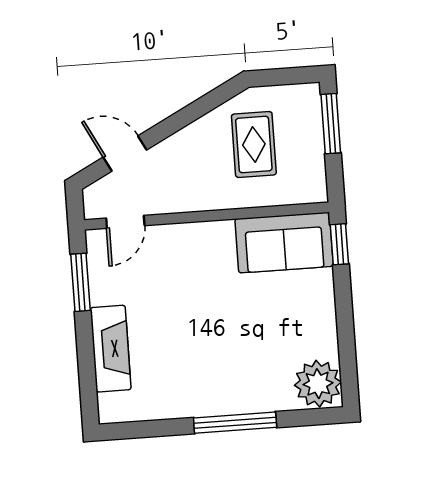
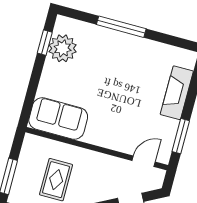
window: (339, 244) -> (45, 43), moved
plant: (318, 384) -> (63, 48), moved

